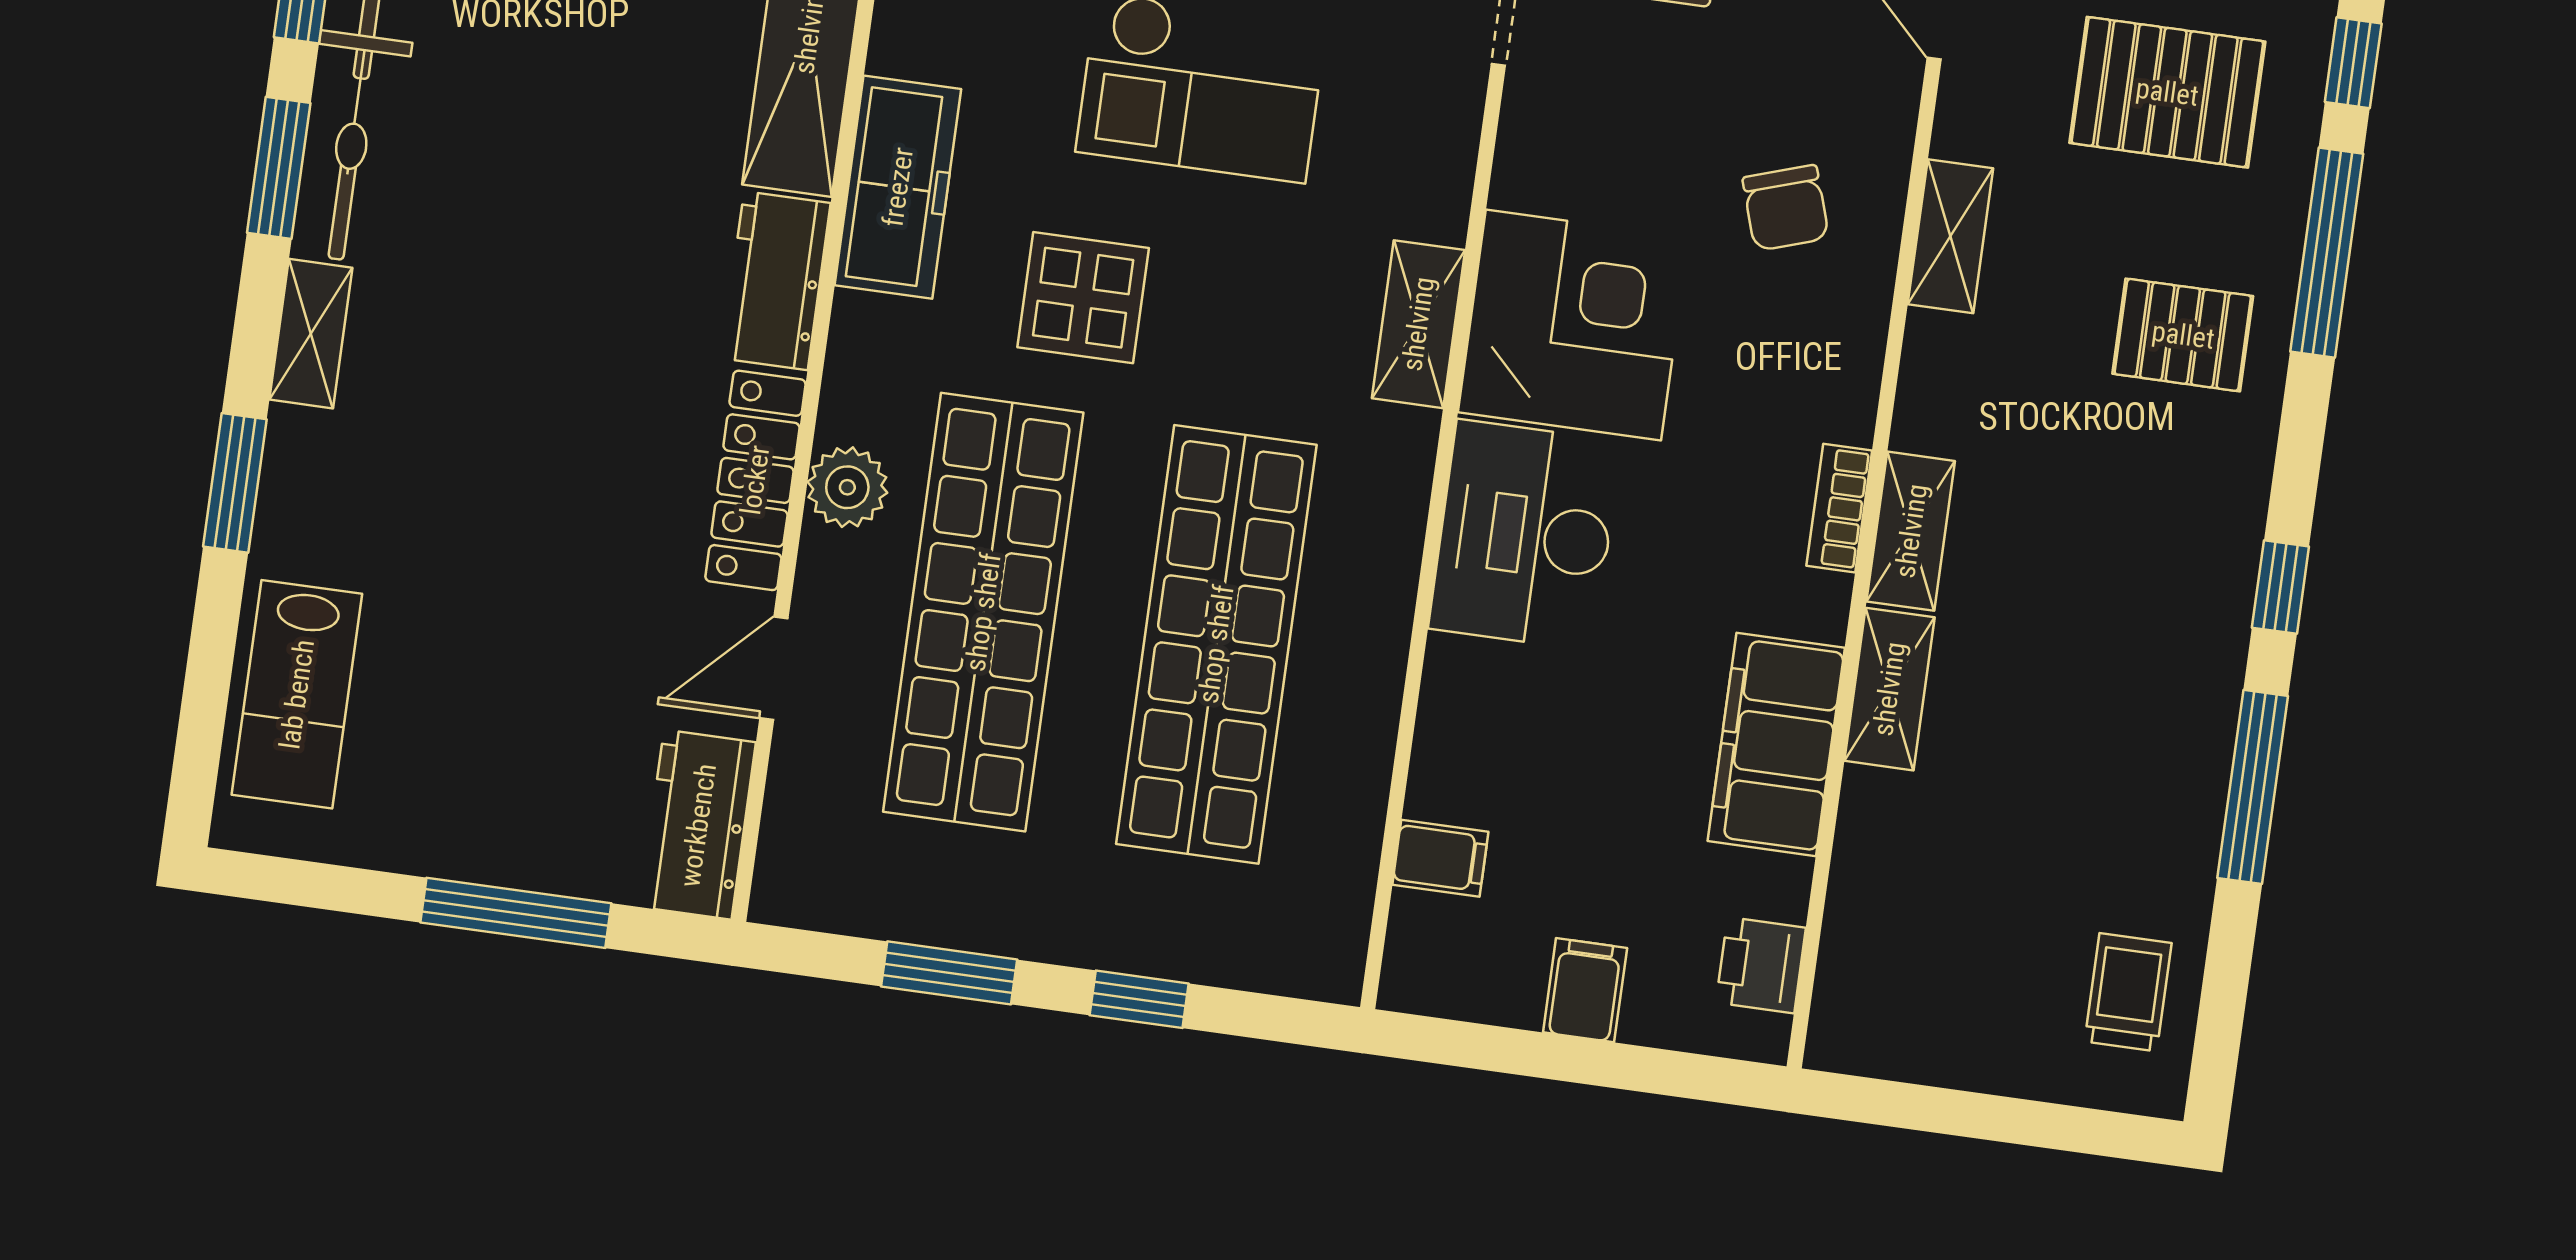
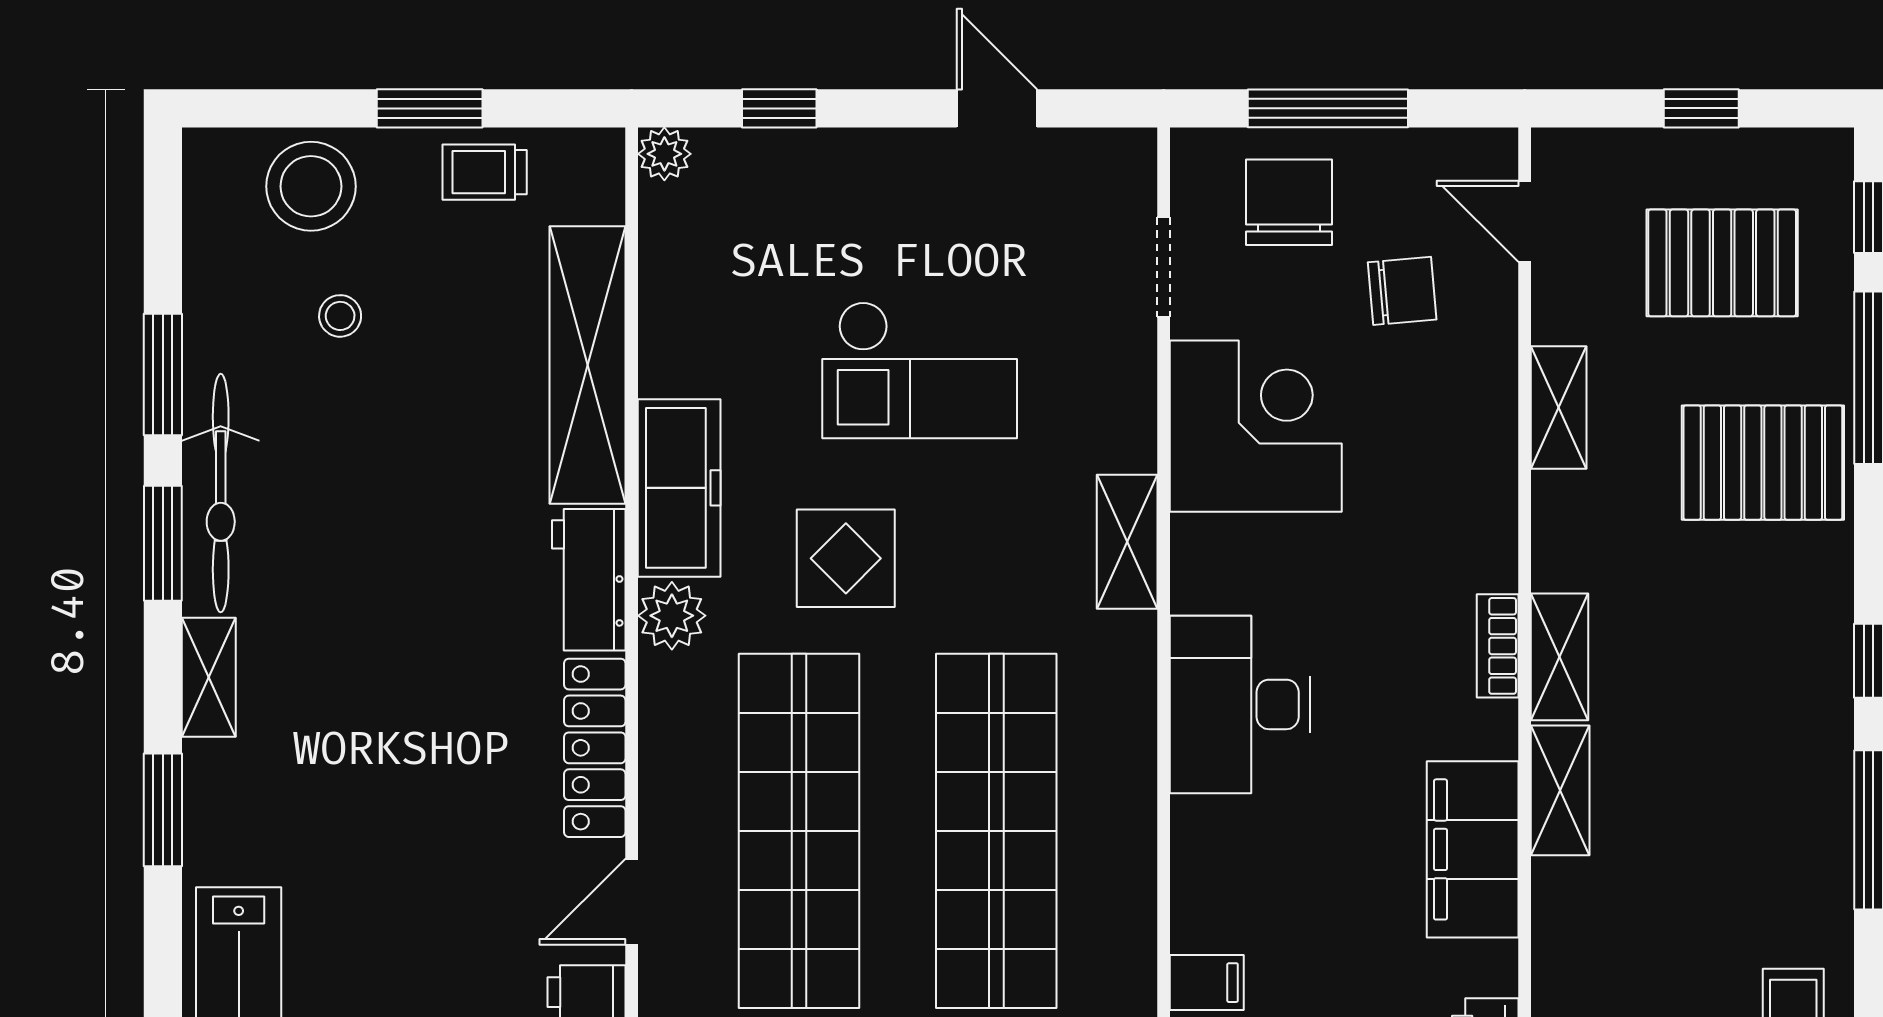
chair: (1786, 208) -> (1402, 291), moved, turned -77
corner desk: (1573, 325) -> (1256, 426), moved
pallet: (2183, 335) -> (1763, 463), width x1.50, depth x1.42
plant: (847, 487) -> (672, 616), moved

